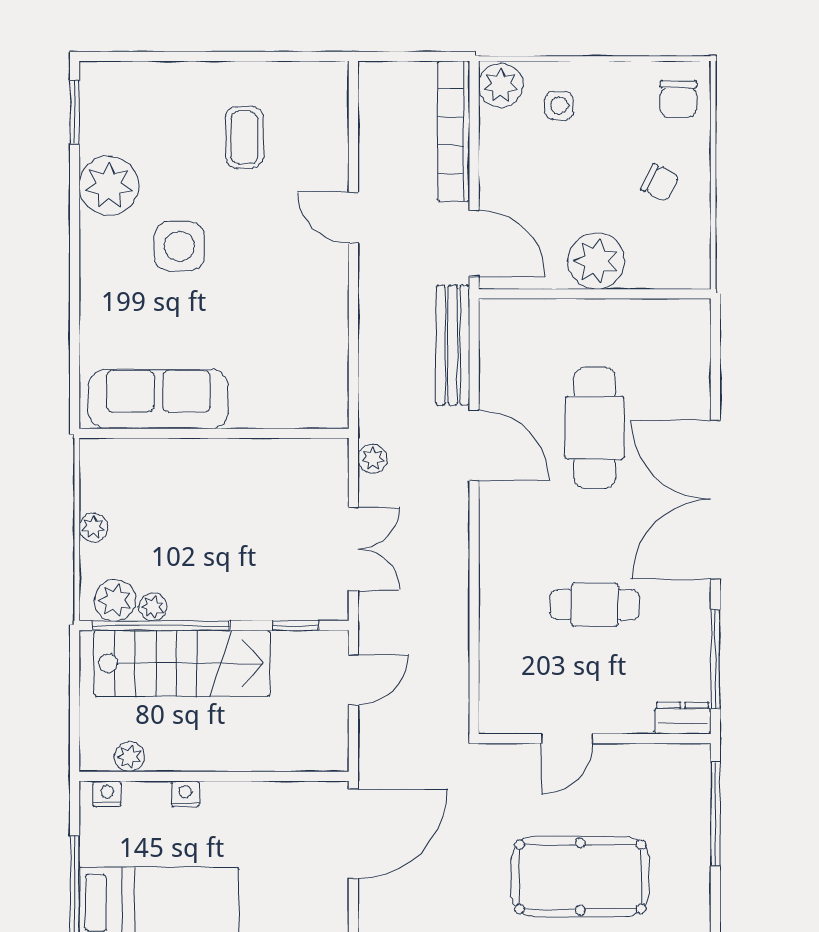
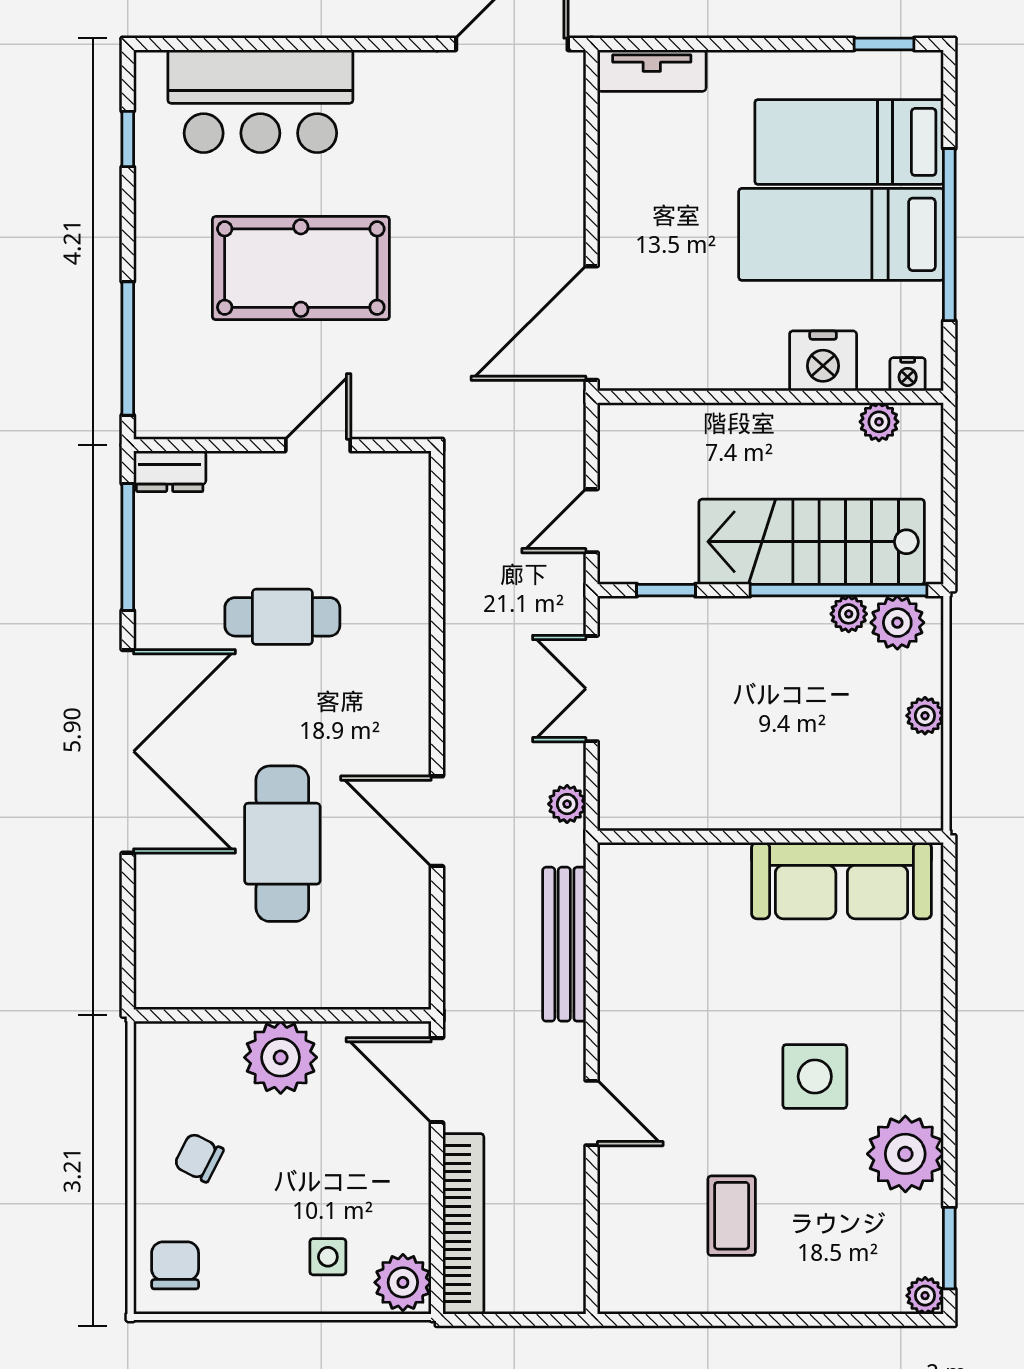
plant: (93, 75) -> (925, 1296), added
bench: (453, 345) -> (564, 944), moved
nightstand: (185, 794) -> (823, 361), width x1.89, depth x1.79

